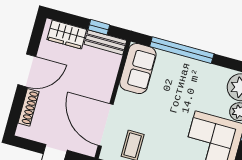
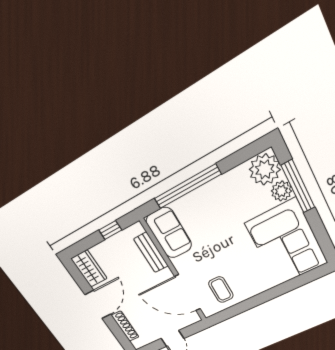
wardrobe: (67, 35) -> (89, 269), moved, turned -90
bench: (105, 42) -> (151, 252), moved, turned 90

